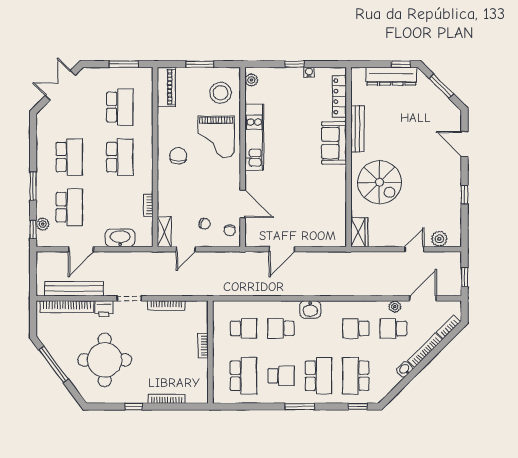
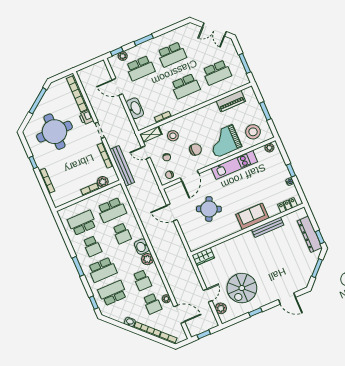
double door: (60, 85) -> (214, 29), swing flipped
piano: (166, 87) -> (231, 101), moved
locker: (339, 96) -> (288, 205), width x0.66
door: (465, 144) -> (287, 298), swing flipped
chair: (178, 156) -> (196, 150), moved
spiral stairs: (380, 182) -> (242, 288), moved
round table: (299, 197) -> (209, 209), added
stool: (179, 203) -> (173, 136), added
door: (414, 249) -> (208, 296), hinge flipped
bench: (74, 289) -> (122, 166), moved
plant: (330, 309) -> (147, 259), added
plant: (200, 324) -> (103, 182), added
school desk: (243, 328) -> (112, 210), width x1.85
school desk: (281, 328) -> (122, 233), turned 180
school desk: (356, 328) -> (142, 280), turned 180
school desk: (393, 328) -> (152, 304), turned 180
school desk: (243, 376) -> (82, 223), turned 180

